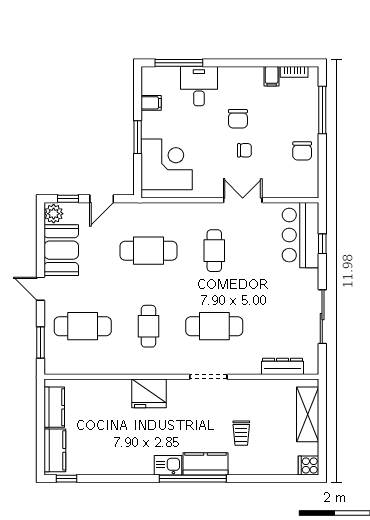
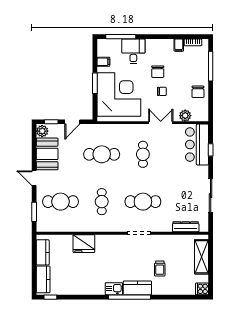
corner desk: (167, 164) -> (119, 94), width x1.36, depth x1.36
plant: (282, 189) -> (185, 116), added
fridge: (149, 393) -> (84, 244), moved

